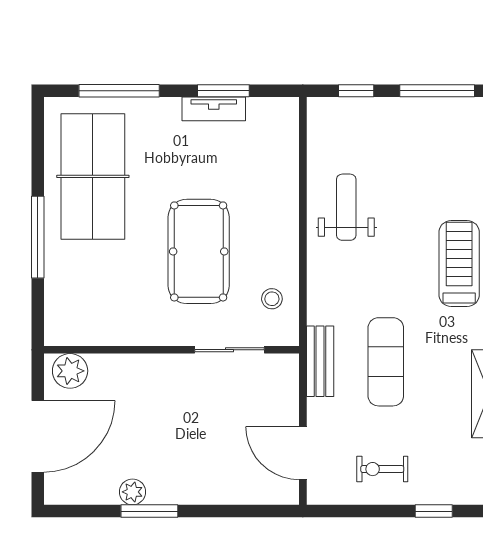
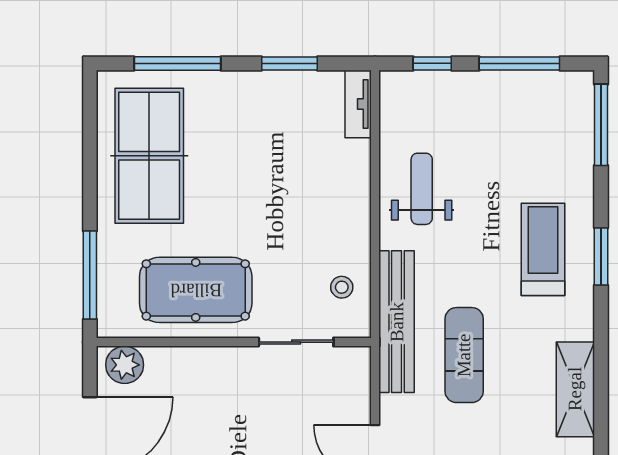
tv unit: (214, 109) -> (358, 104), moved, turned 90
window: (38, 237) -> (90, 275), moved
pool table: (199, 251) -> (196, 290), moved, turned 90
bench: (320, 361) -> (397, 322), width x1.86, depth x1.21

